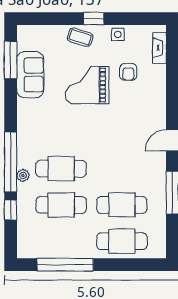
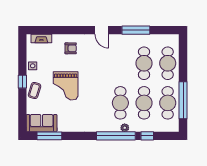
armchair: (128, 72) -> (71, 48), moved
sofa: (30, 75) -> (42, 123), moved
cafe table: (61, 241) -> (168, 103), added

